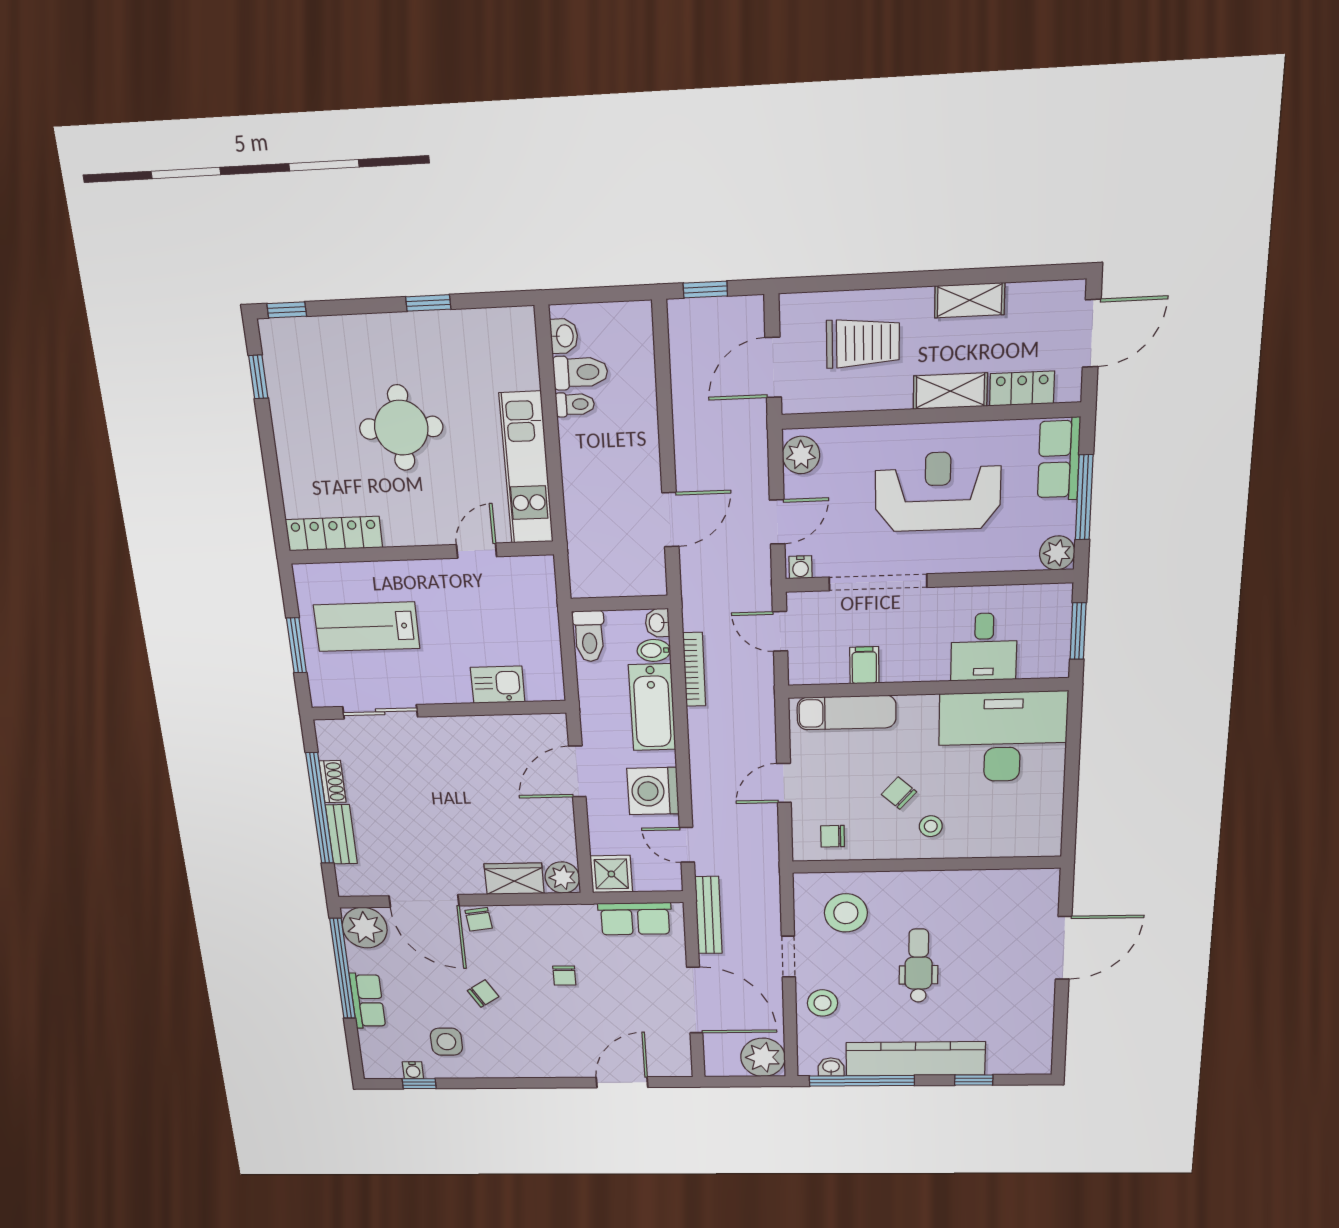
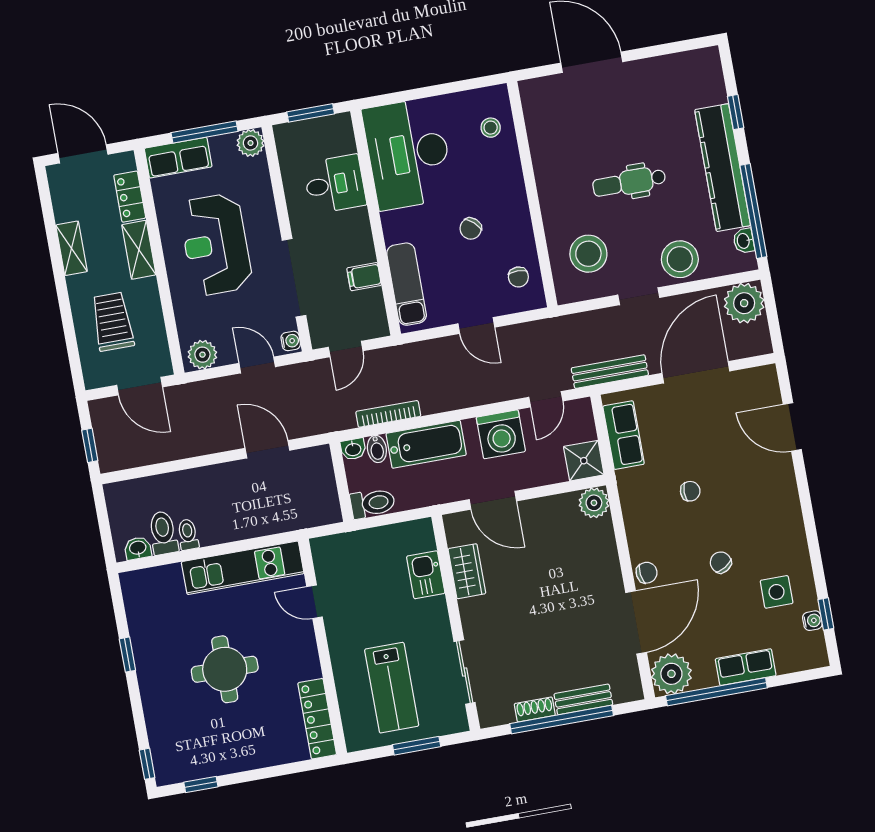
stool: (931, 826) -> (491, 128), moved
wardrobe: (514, 879) -> (467, 571), moved, turned 180
stool: (822, 1003) -> (680, 259), width x1.38, depth x1.38

